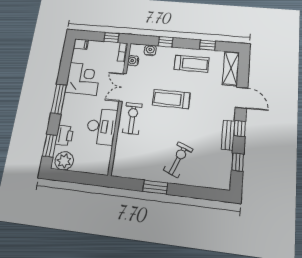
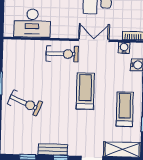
treadmill: (192, 64) -> (125, 109), turned 180
desk: (102, 126) -> (32, 23), moved

